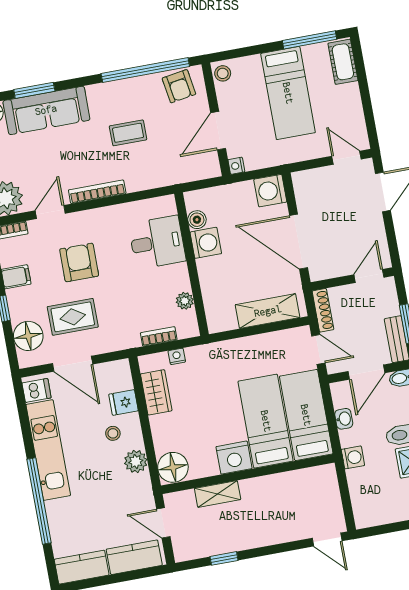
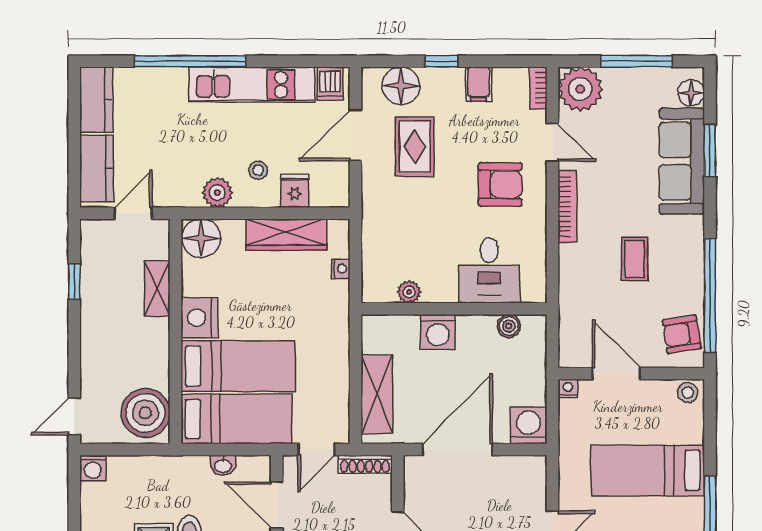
washing machine: (206, 243) -> (438, 332), moved
armchair: (79, 262) -> (500, 184), moved
bookcase: (159, 336) -> (370, 251), removed
wardrobe: (156, 392) -> (286, 234), width x1.50
washing machine: (353, 457) -> (93, 468), moved
boiler: (314, 486) -> (145, 413), added

